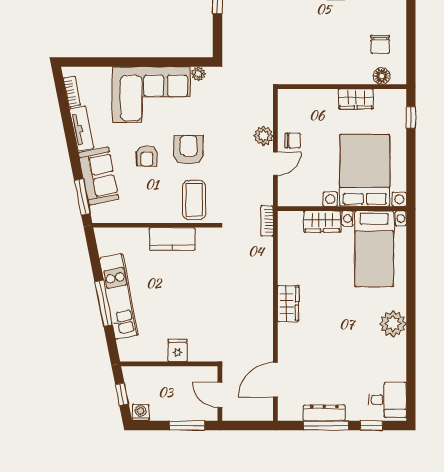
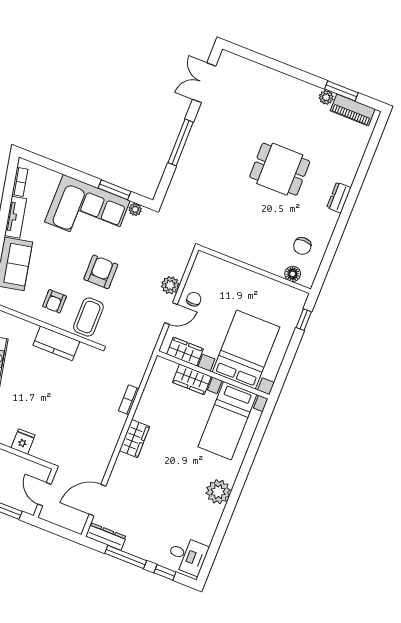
window: (170, 62) -> (114, 190), added
wardrobe: (356, 99) -> (185, 352), moved, turned 180
chair: (293, 140) -> (194, 299), turned -90
armchair: (147, 156) -> (55, 301), moved
bookcase: (267, 221) -> (129, 400), moved
dresser: (324, 413) -> (106, 536), moved

